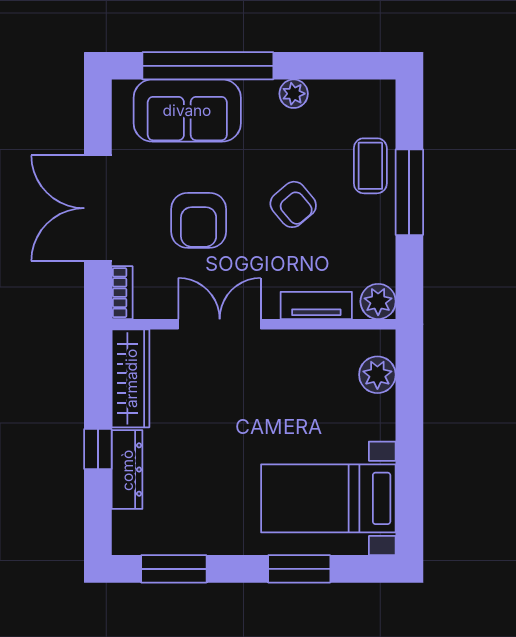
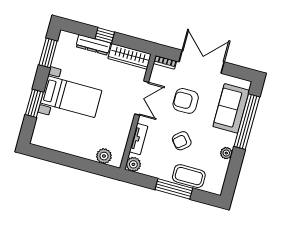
coffee table: (370, 166) -> (189, 176), width x1.36, depth x1.30
bed with nightstands: (328, 498) -> (71, 97), moved, turned 90

